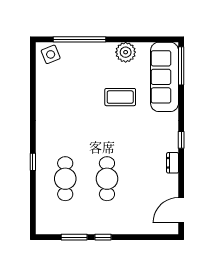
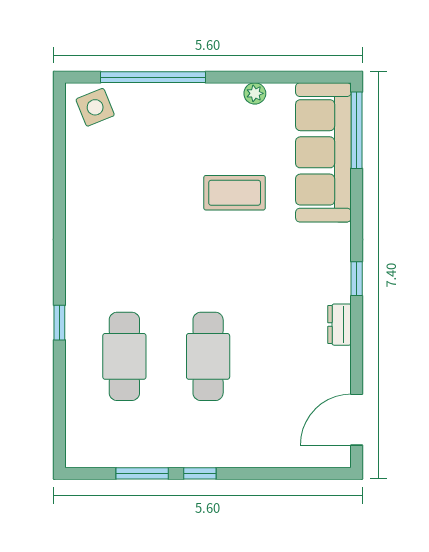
plant: (126, 52) -> (255, 93), width x0.53, depth x0.53

